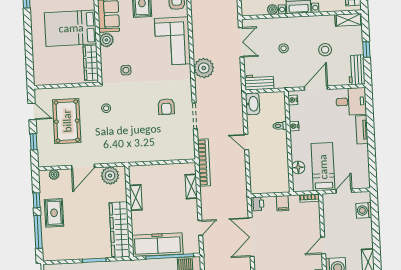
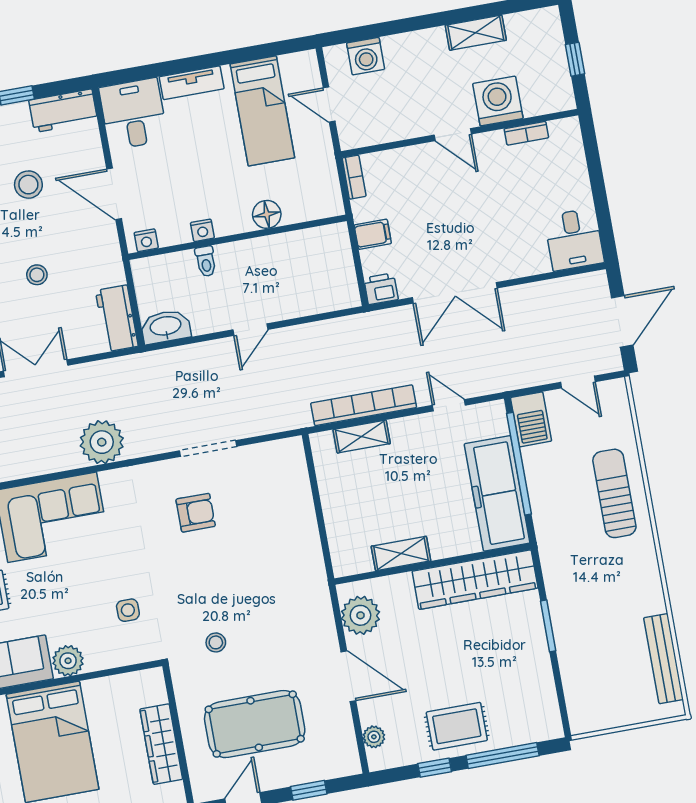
wardrobe: (91, 63) -> (161, 744), moved, turned 90
bookcase: (204, 162) -> (364, 405), moved
floor lamp: (298, 167) -> (267, 214), moved
bed: (323, 167) -> (262, 111), moved, turned -90

